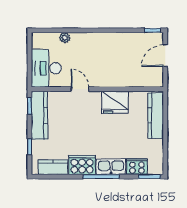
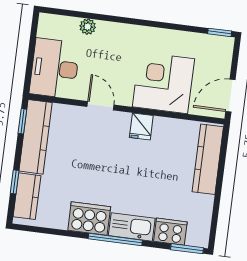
door: (165, 56) -> (230, 96), moved
corner desk: (120, 69) -> (163, 83), added
fridge: (115, 102) -> (141, 126), width x0.53, depth x0.75
kitchen counter: (53, 167) -> (27, 196), moved, turned 90

